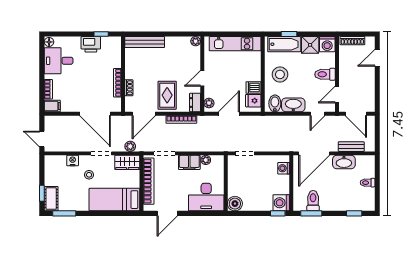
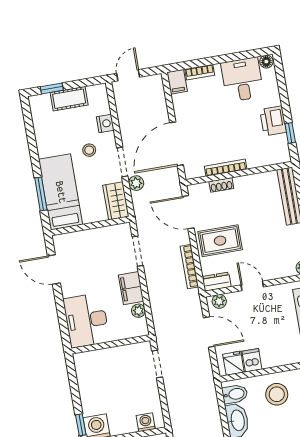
plant: (130, 146) -> (136, 183), moved
bookcase: (149, 181) -> (95, 236), removed
cot: (51, 199) -> (69, 99), moved
boiler: (235, 204) -> (84, 362), removed
window: (64, 213) -> (41, 194), moved

